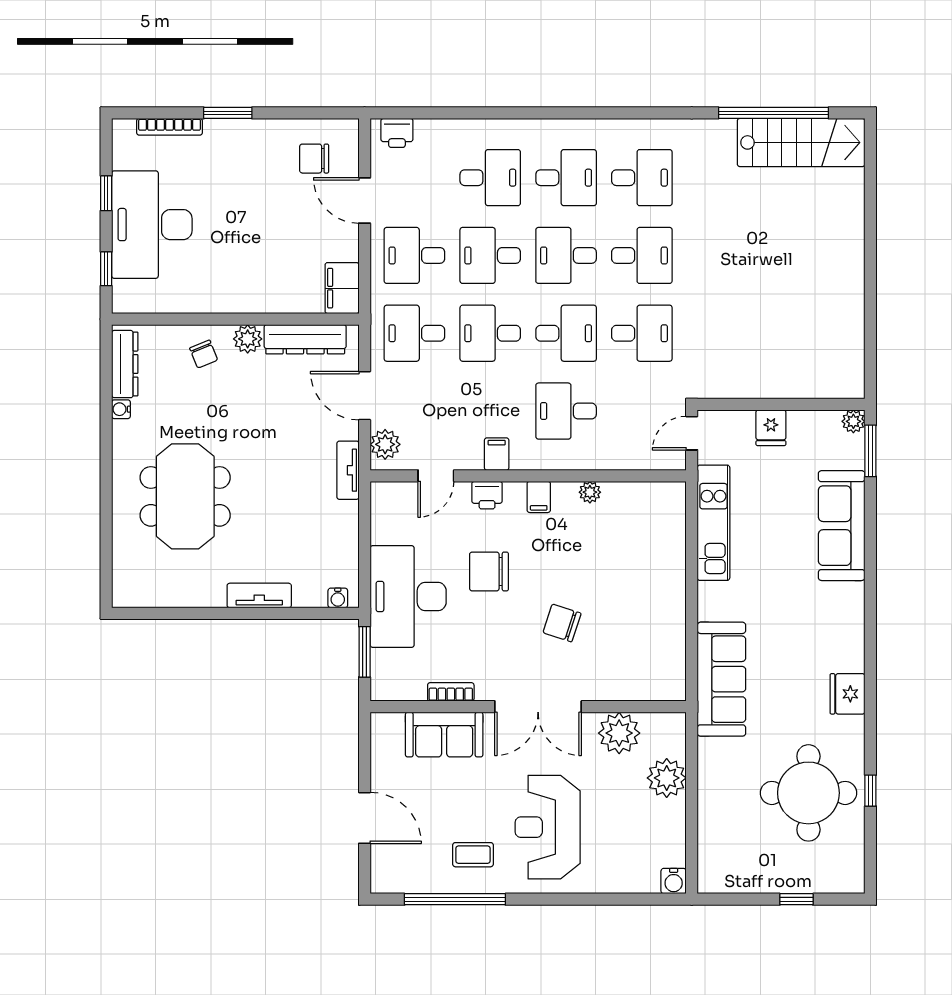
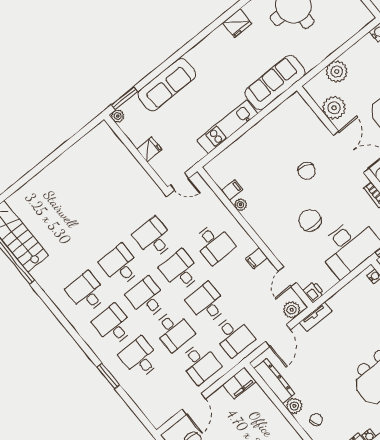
window: (500, 113) -> (108, 376), added
printer: (397, 133) -> (153, 414), removed
desk: (566, 255) -> (147, 298), turned 180
desk: (490, 333) -> (207, 303), turned 180
door: (436, 476) -> (287, 277), swing flipped
printer: (487, 495) -> (313, 292), moved
filing cabinet: (539, 497) -> (232, 190), moved
kitchen unit: (713, 523) -> (227, 127), moved
chair: (489, 571) -> (310, 220), turned 180

